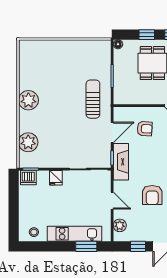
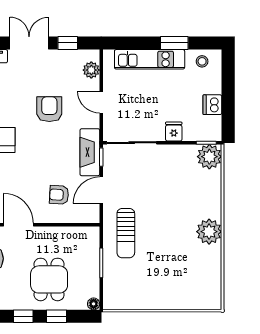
plant: (28, 142) -> (209, 157), moved
dishwasher: (28, 178) -> (212, 105), moved, turned -90
window: (86, 246) -> (174, 43), moved

